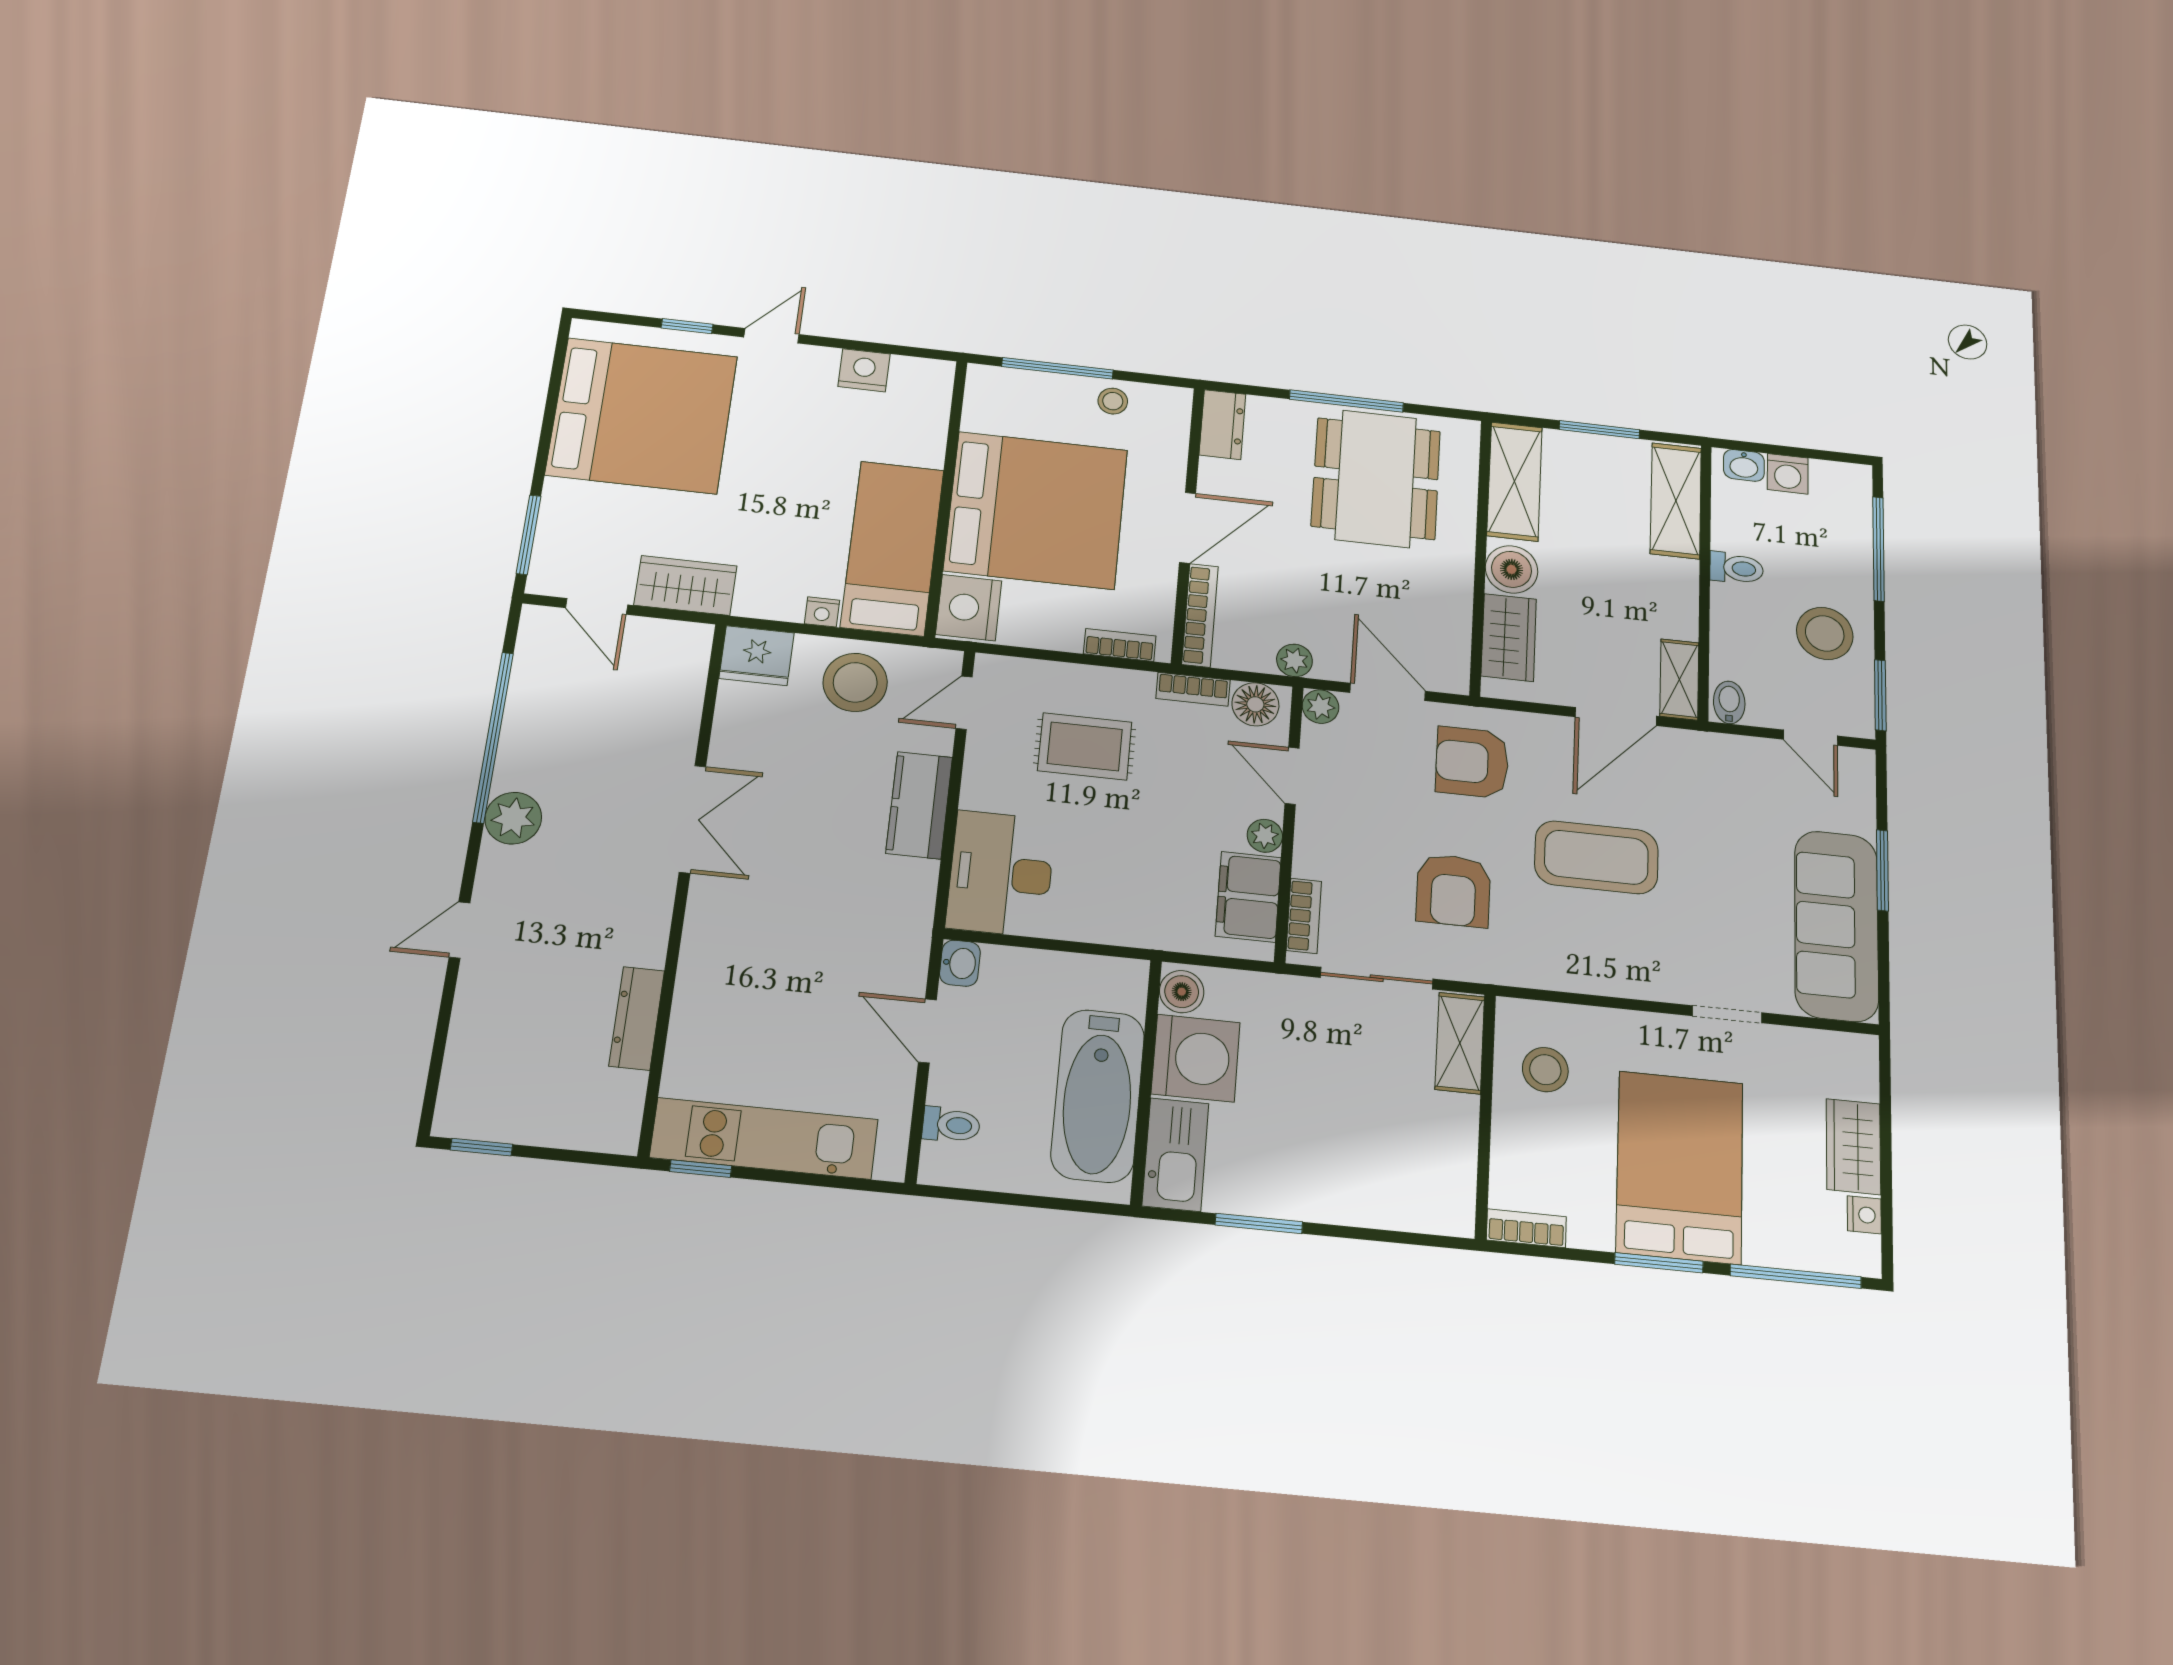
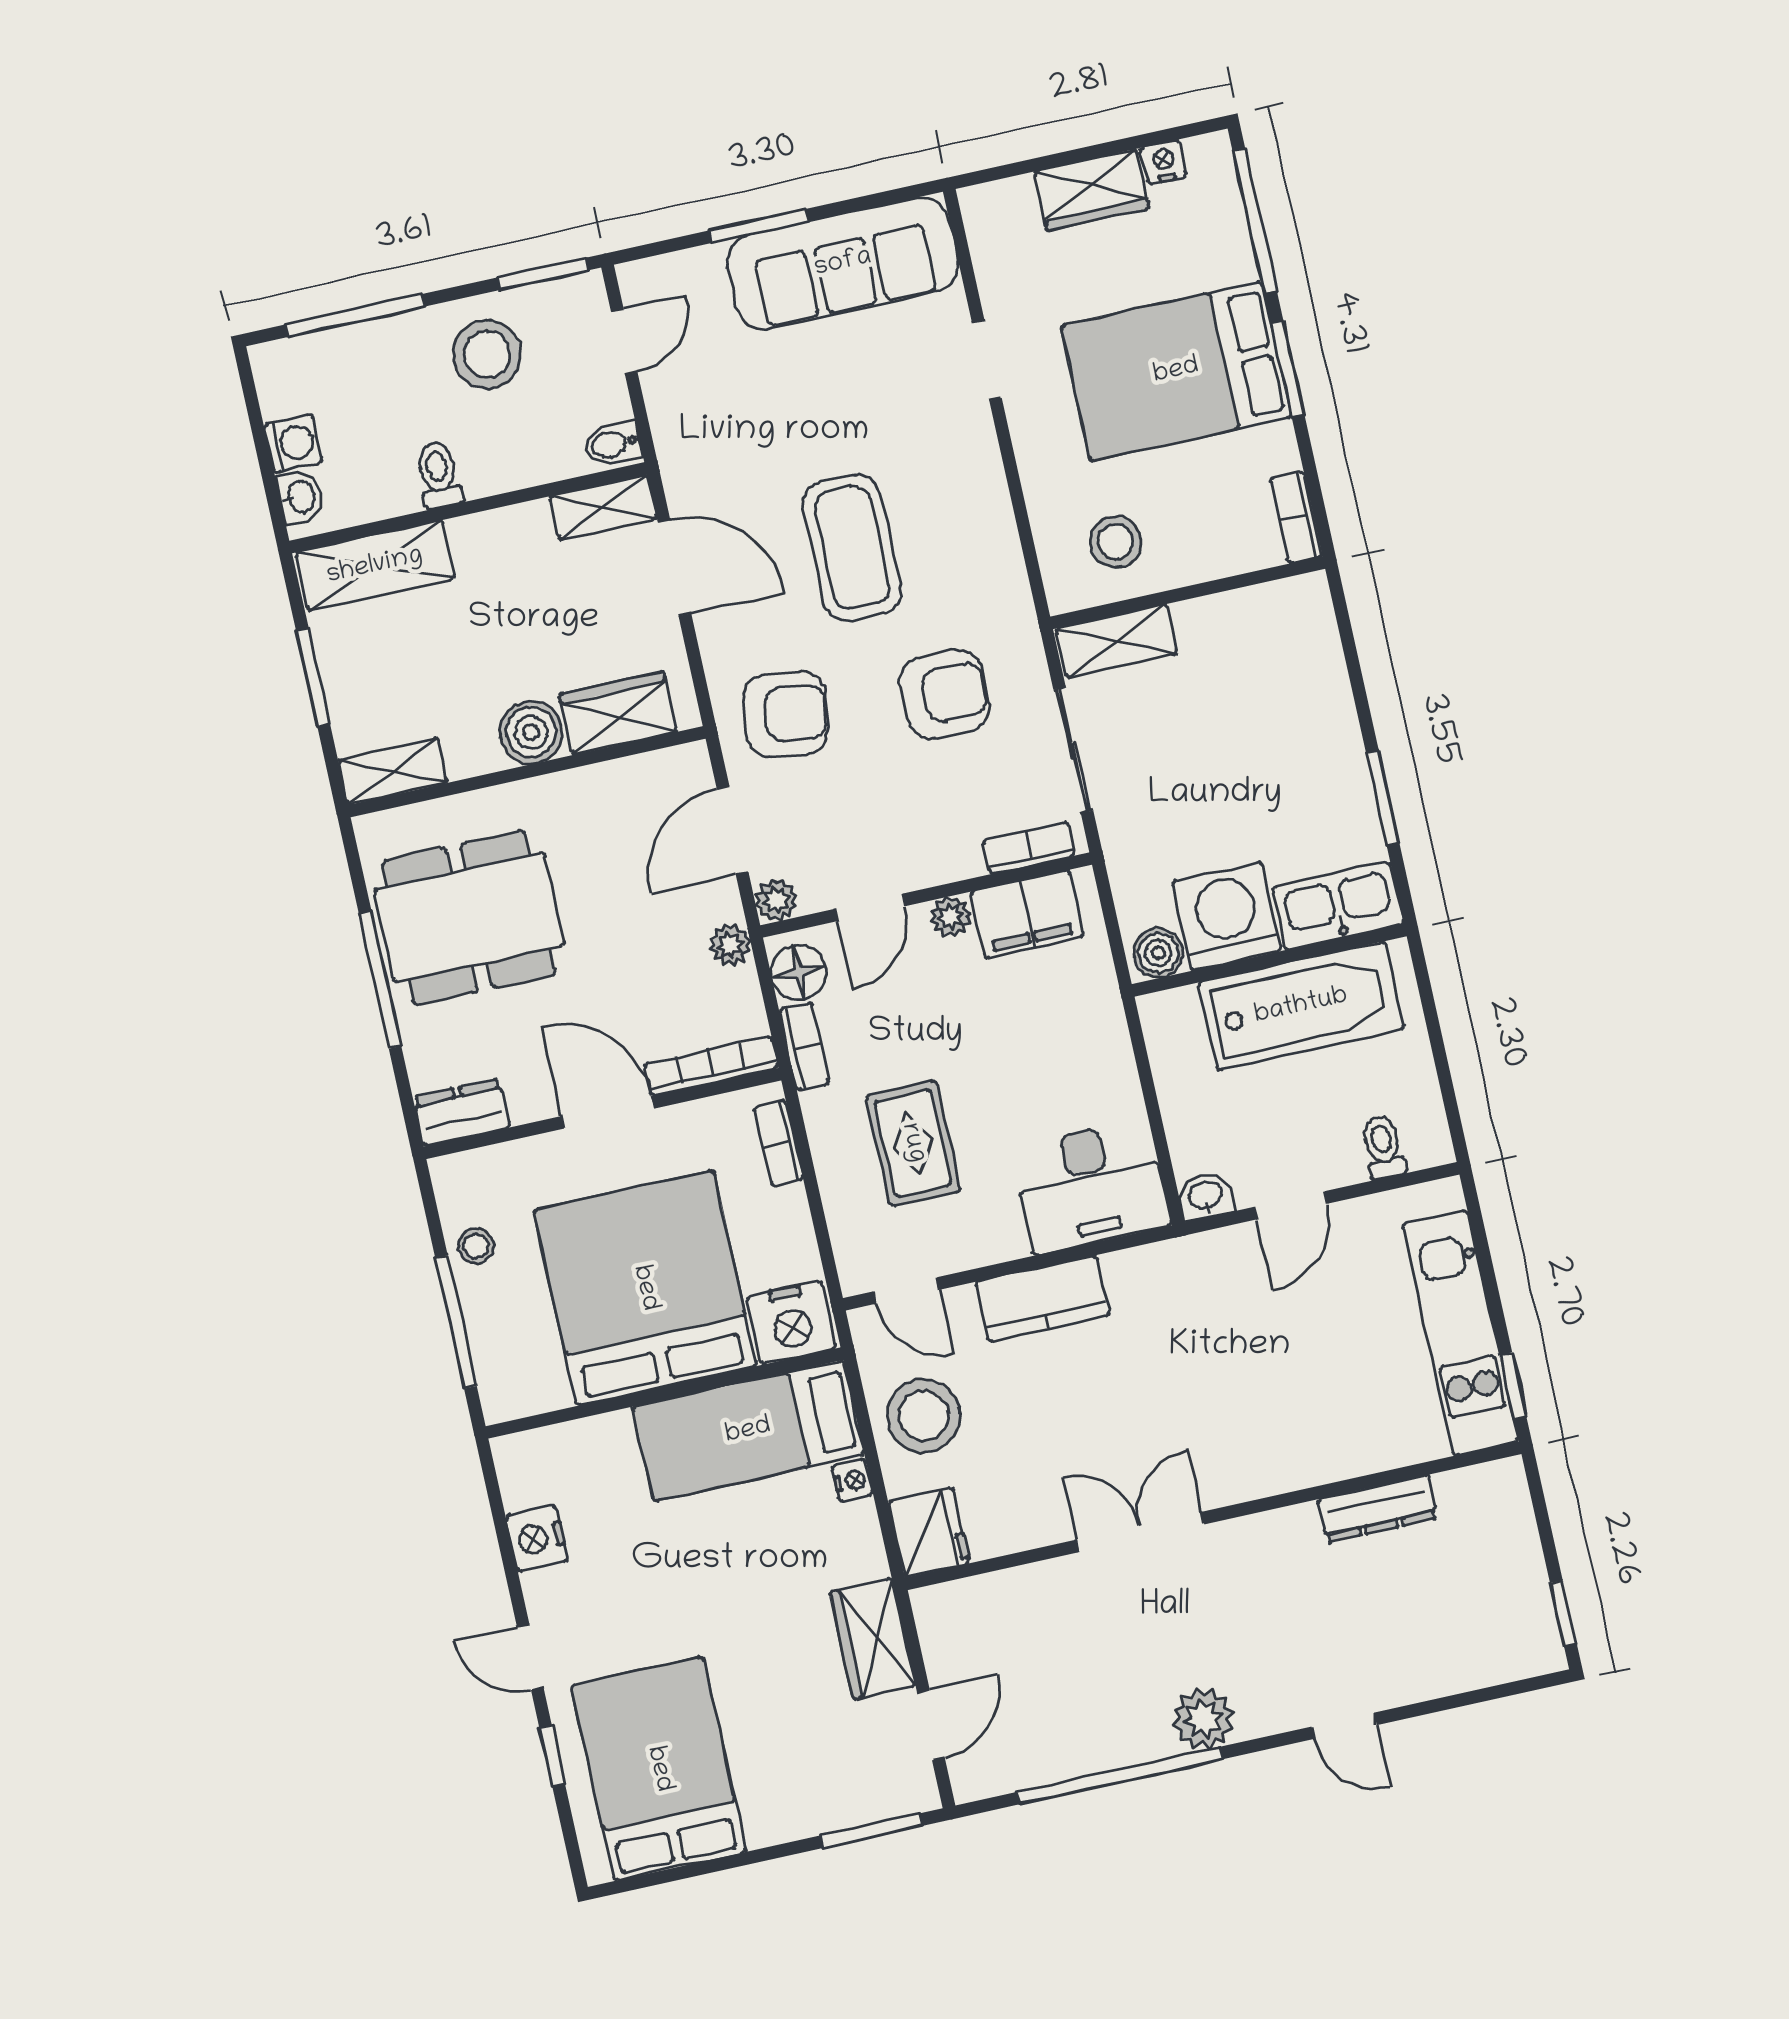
bed: (642, 416) -> (659, 1769), width x0.73
shelving: (1514, 481) -> (393, 771), width x0.67, depth x0.75
armchair: (1472, 762) -> (786, 714), turned -82

